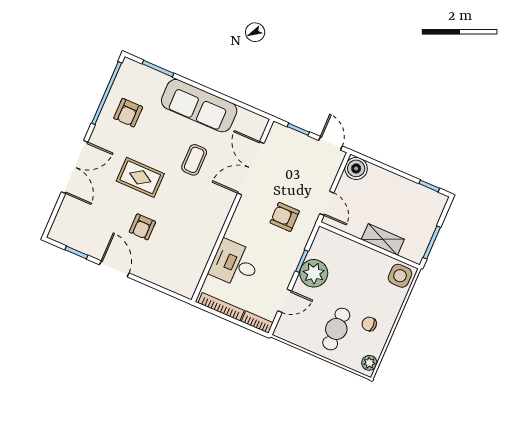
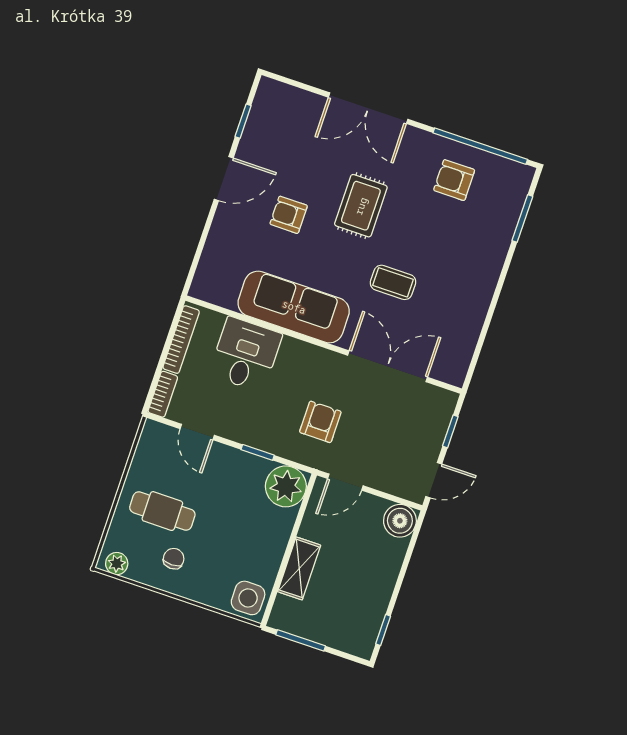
sofa: (199, 106) -> (294, 307), moved, turned 90
plant: (314, 273) -> (286, 486), moved

